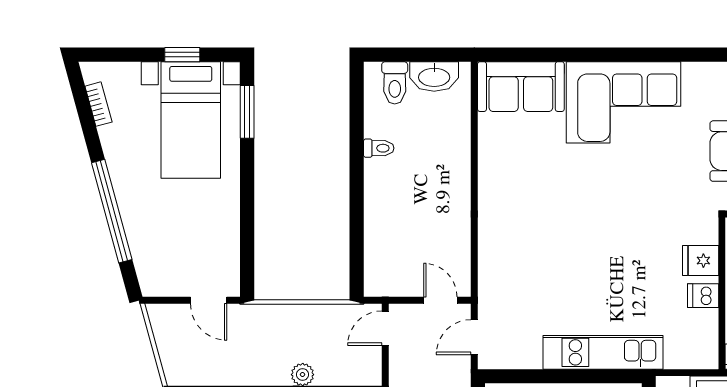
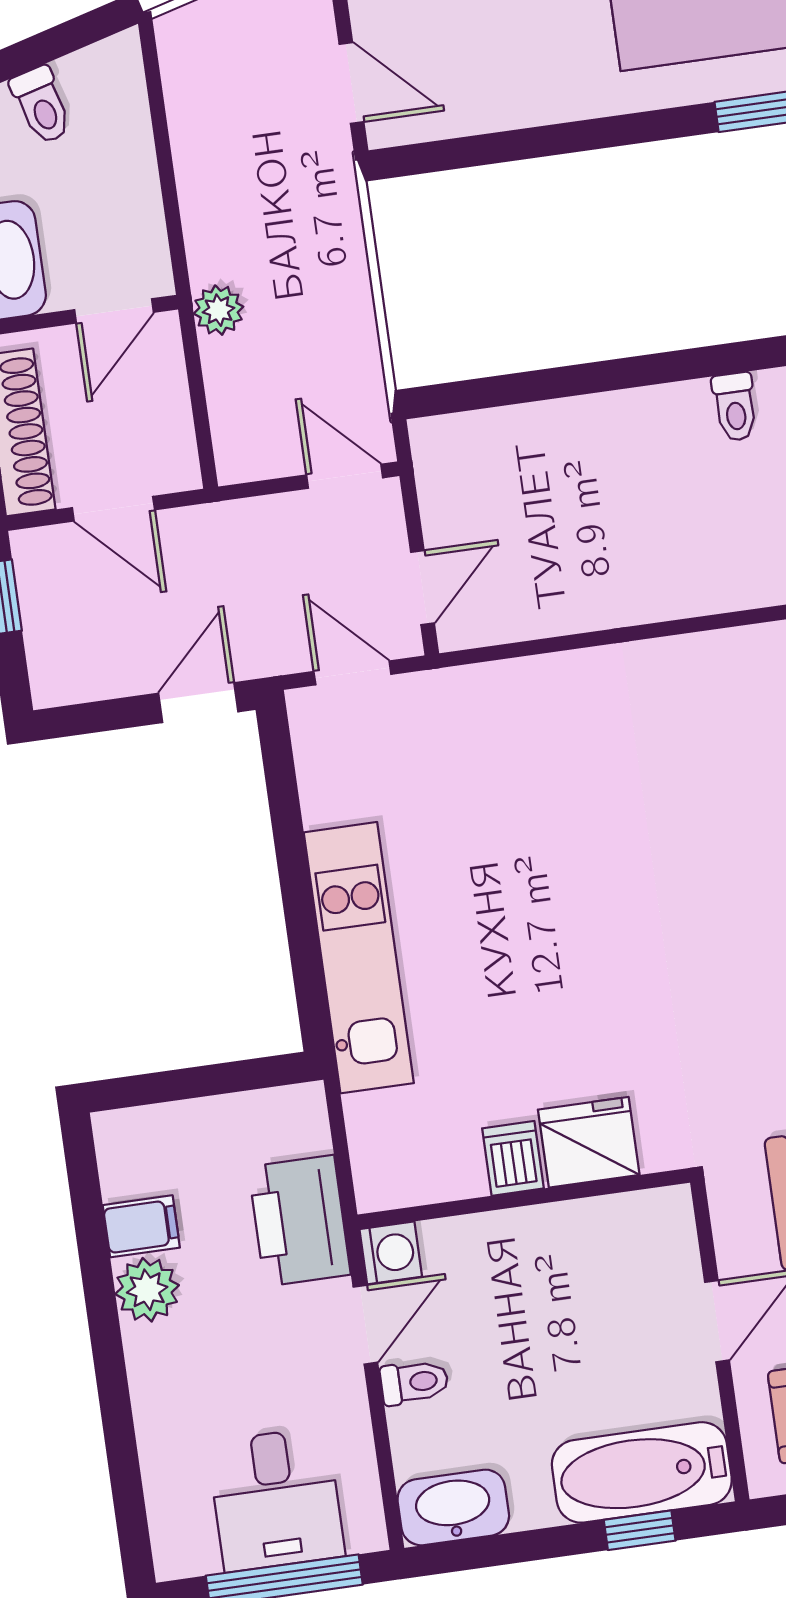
fridge: (701, 261) -> (589, 1142), width x1.38
door: (209, 300) -> (352, 83), swing flipped

